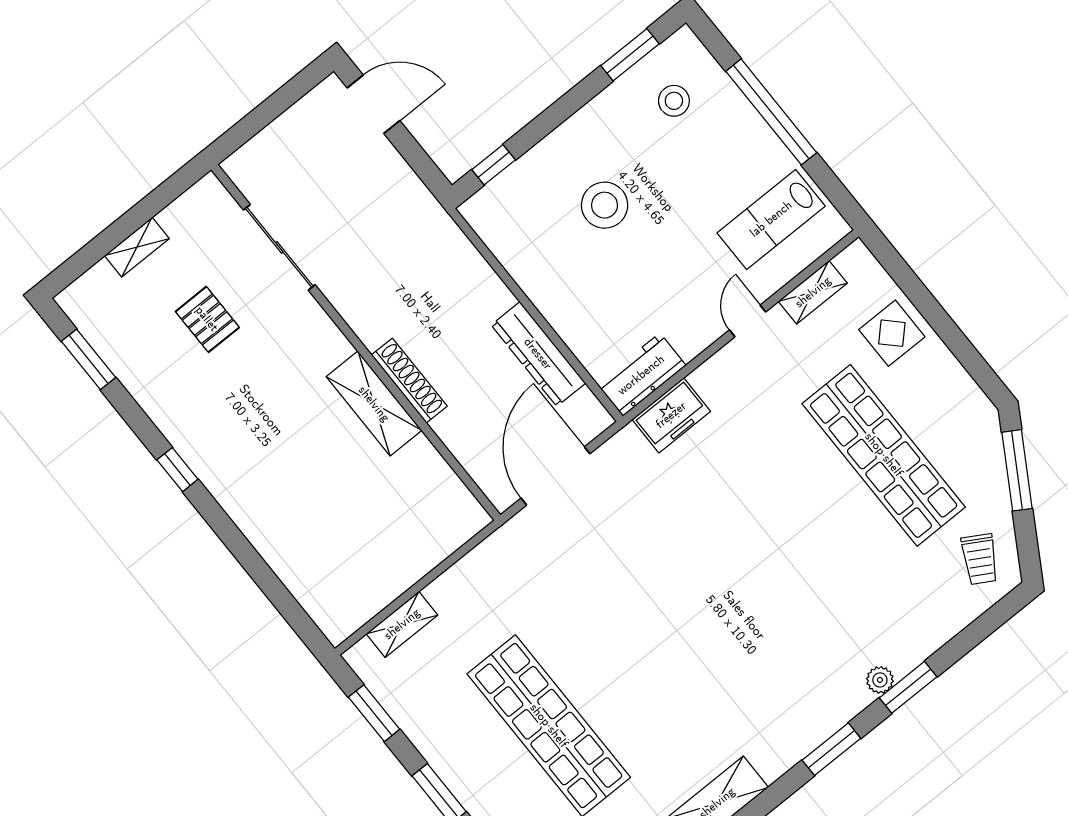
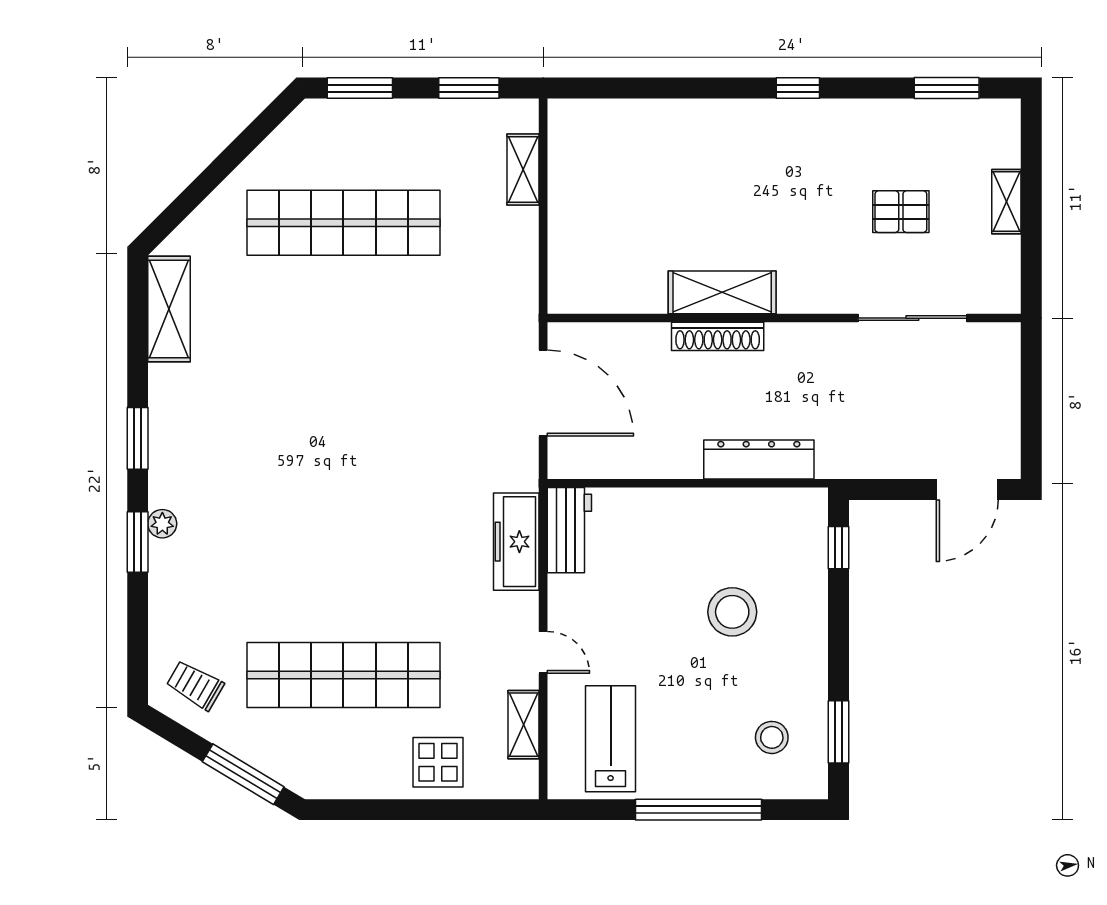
dresser: (538, 354) -> (759, 459), moved
freezer: (671, 415) -> (516, 542), width x1.40

